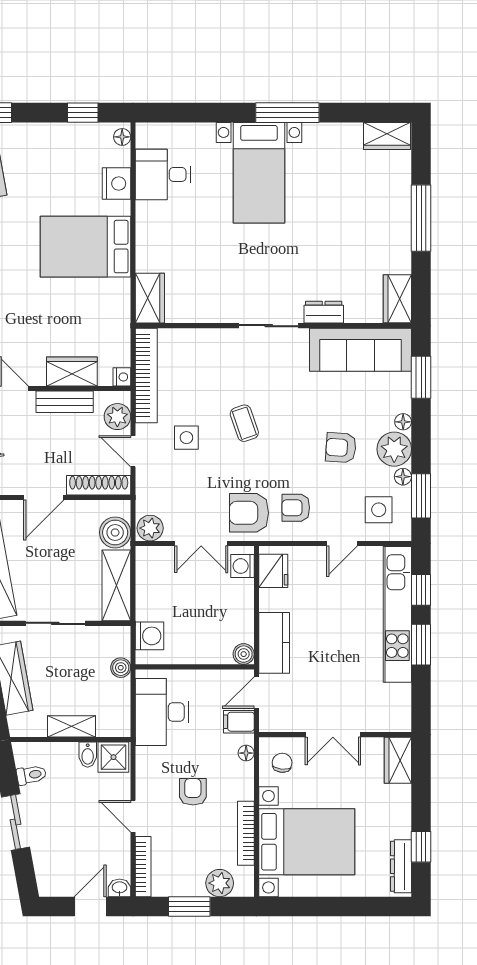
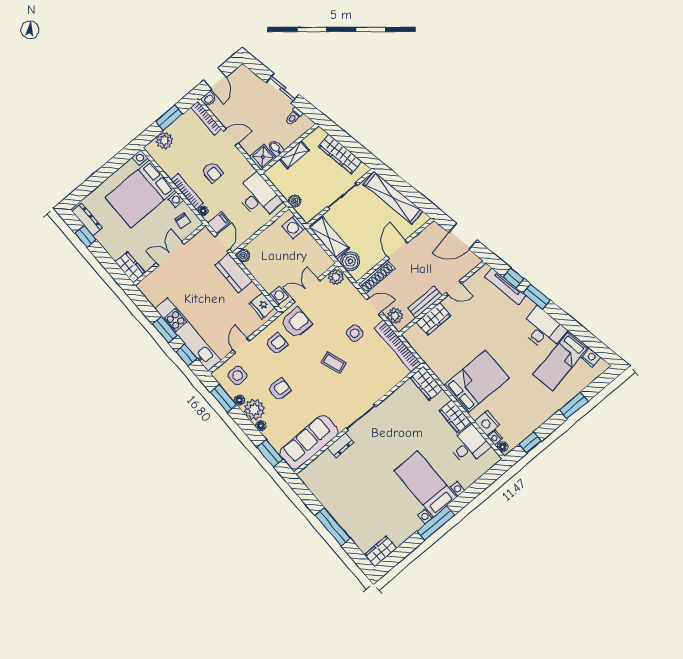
wardrobe: (397, 299) -> (455, 416), moved, turned 180
nightstand: (122, 377) -> (495, 438), moved
bookcase: (246, 833) -> (187, 191), moved

